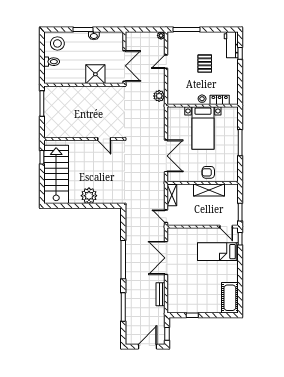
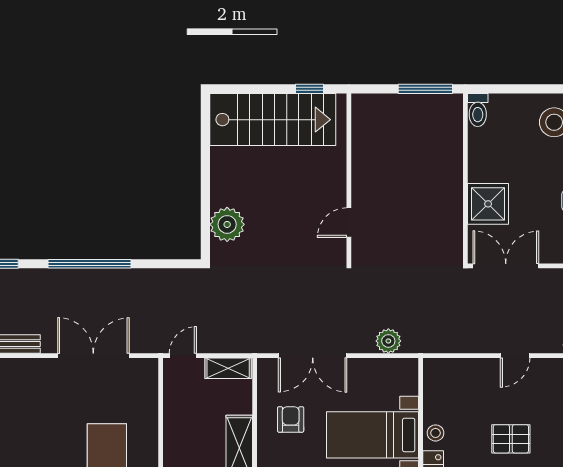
toilet: (52, 62) -> (478, 110), moved
door: (166, 62) -> (515, 356), swing flipped
double door: (124, 66) -> (506, 266), swing flipped
plant: (159, 96) -> (388, 341), moved
armchair: (208, 172) -> (291, 419), moved
plant: (89, 196) -> (227, 224), moved

